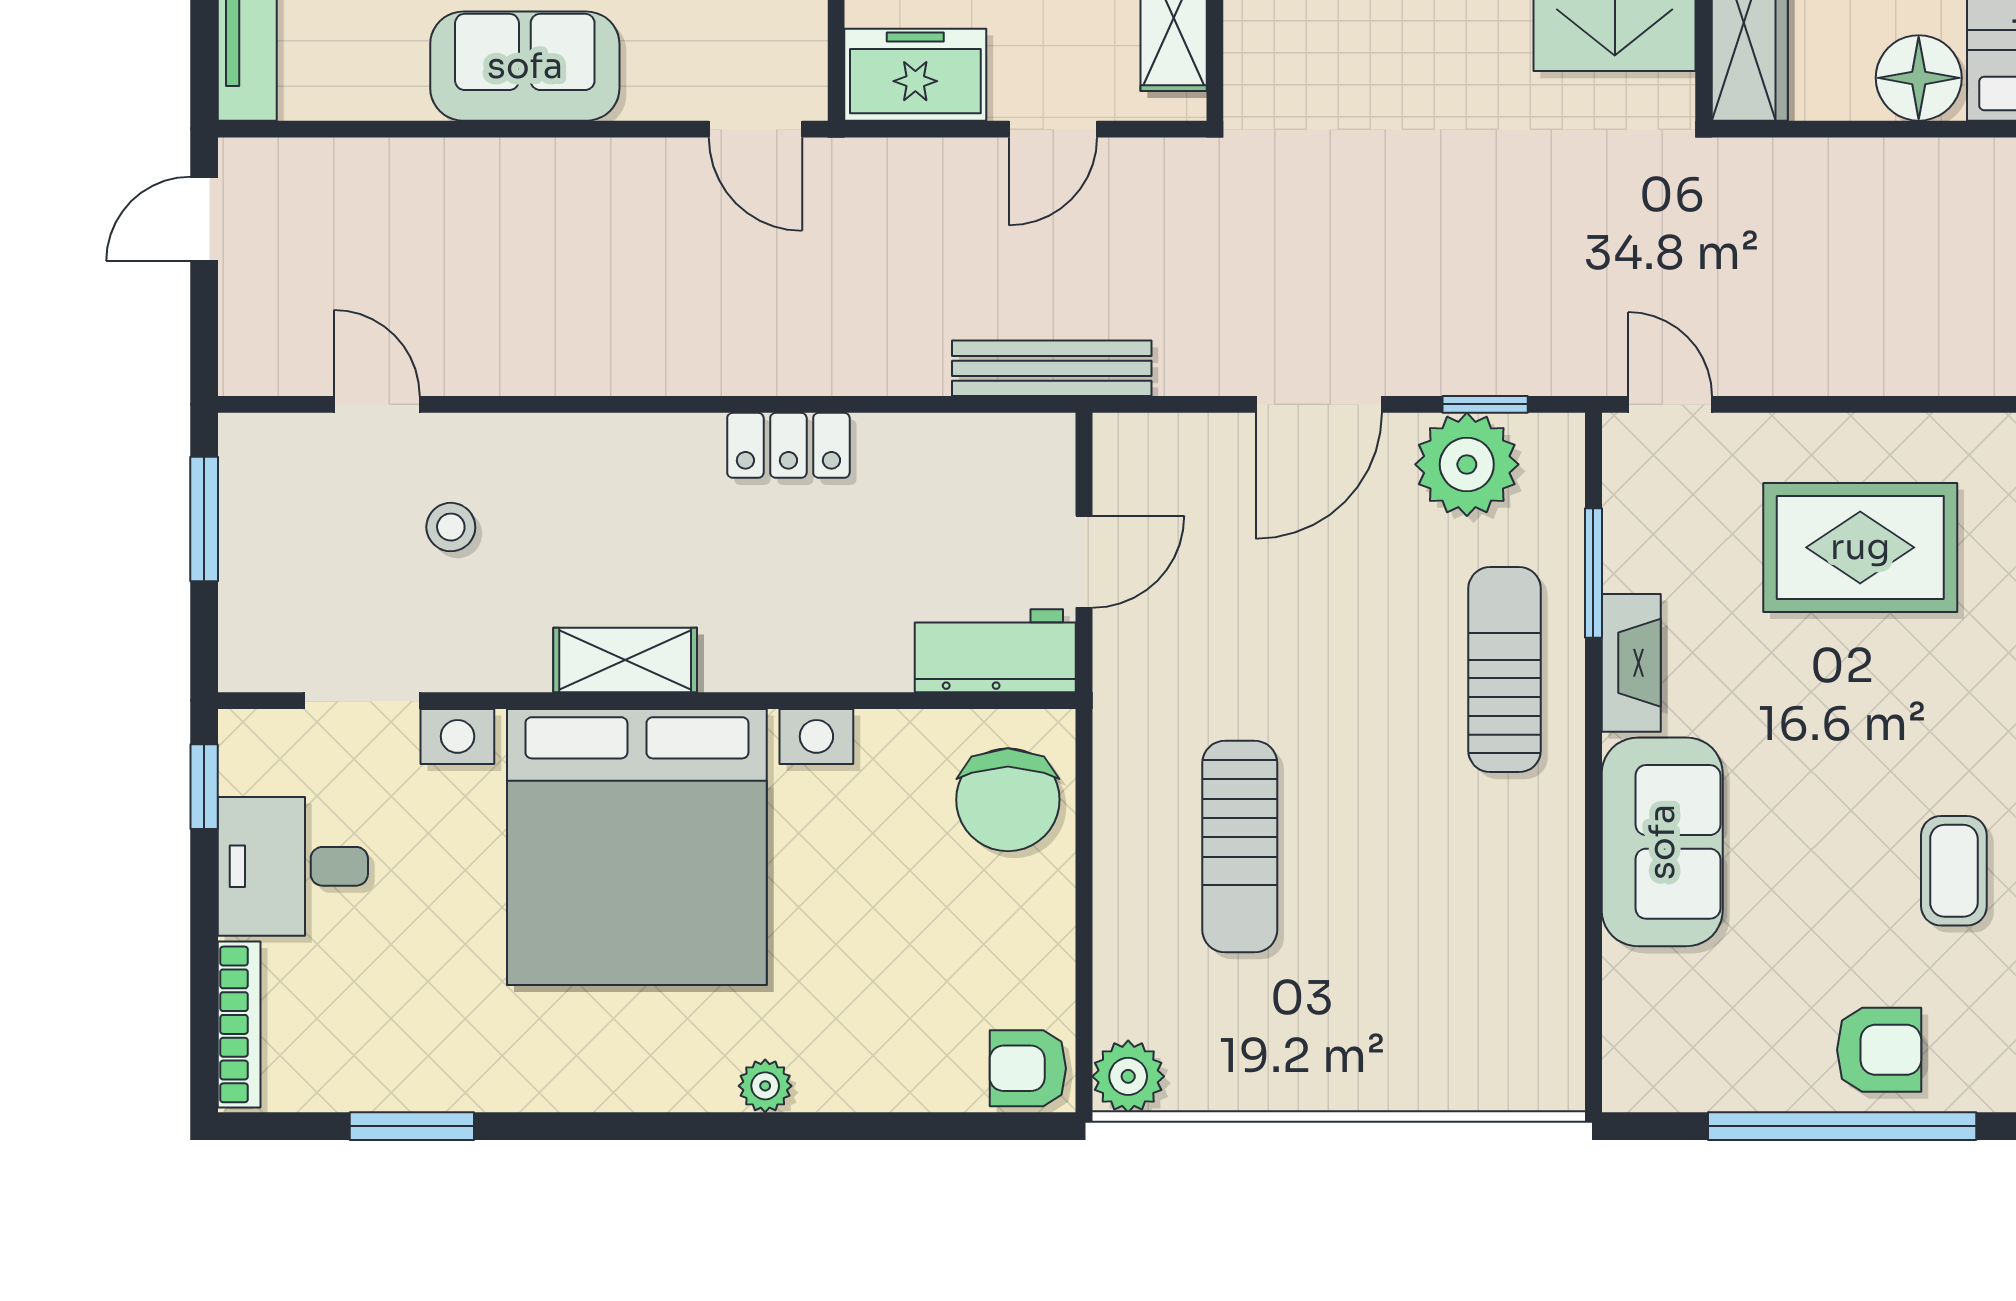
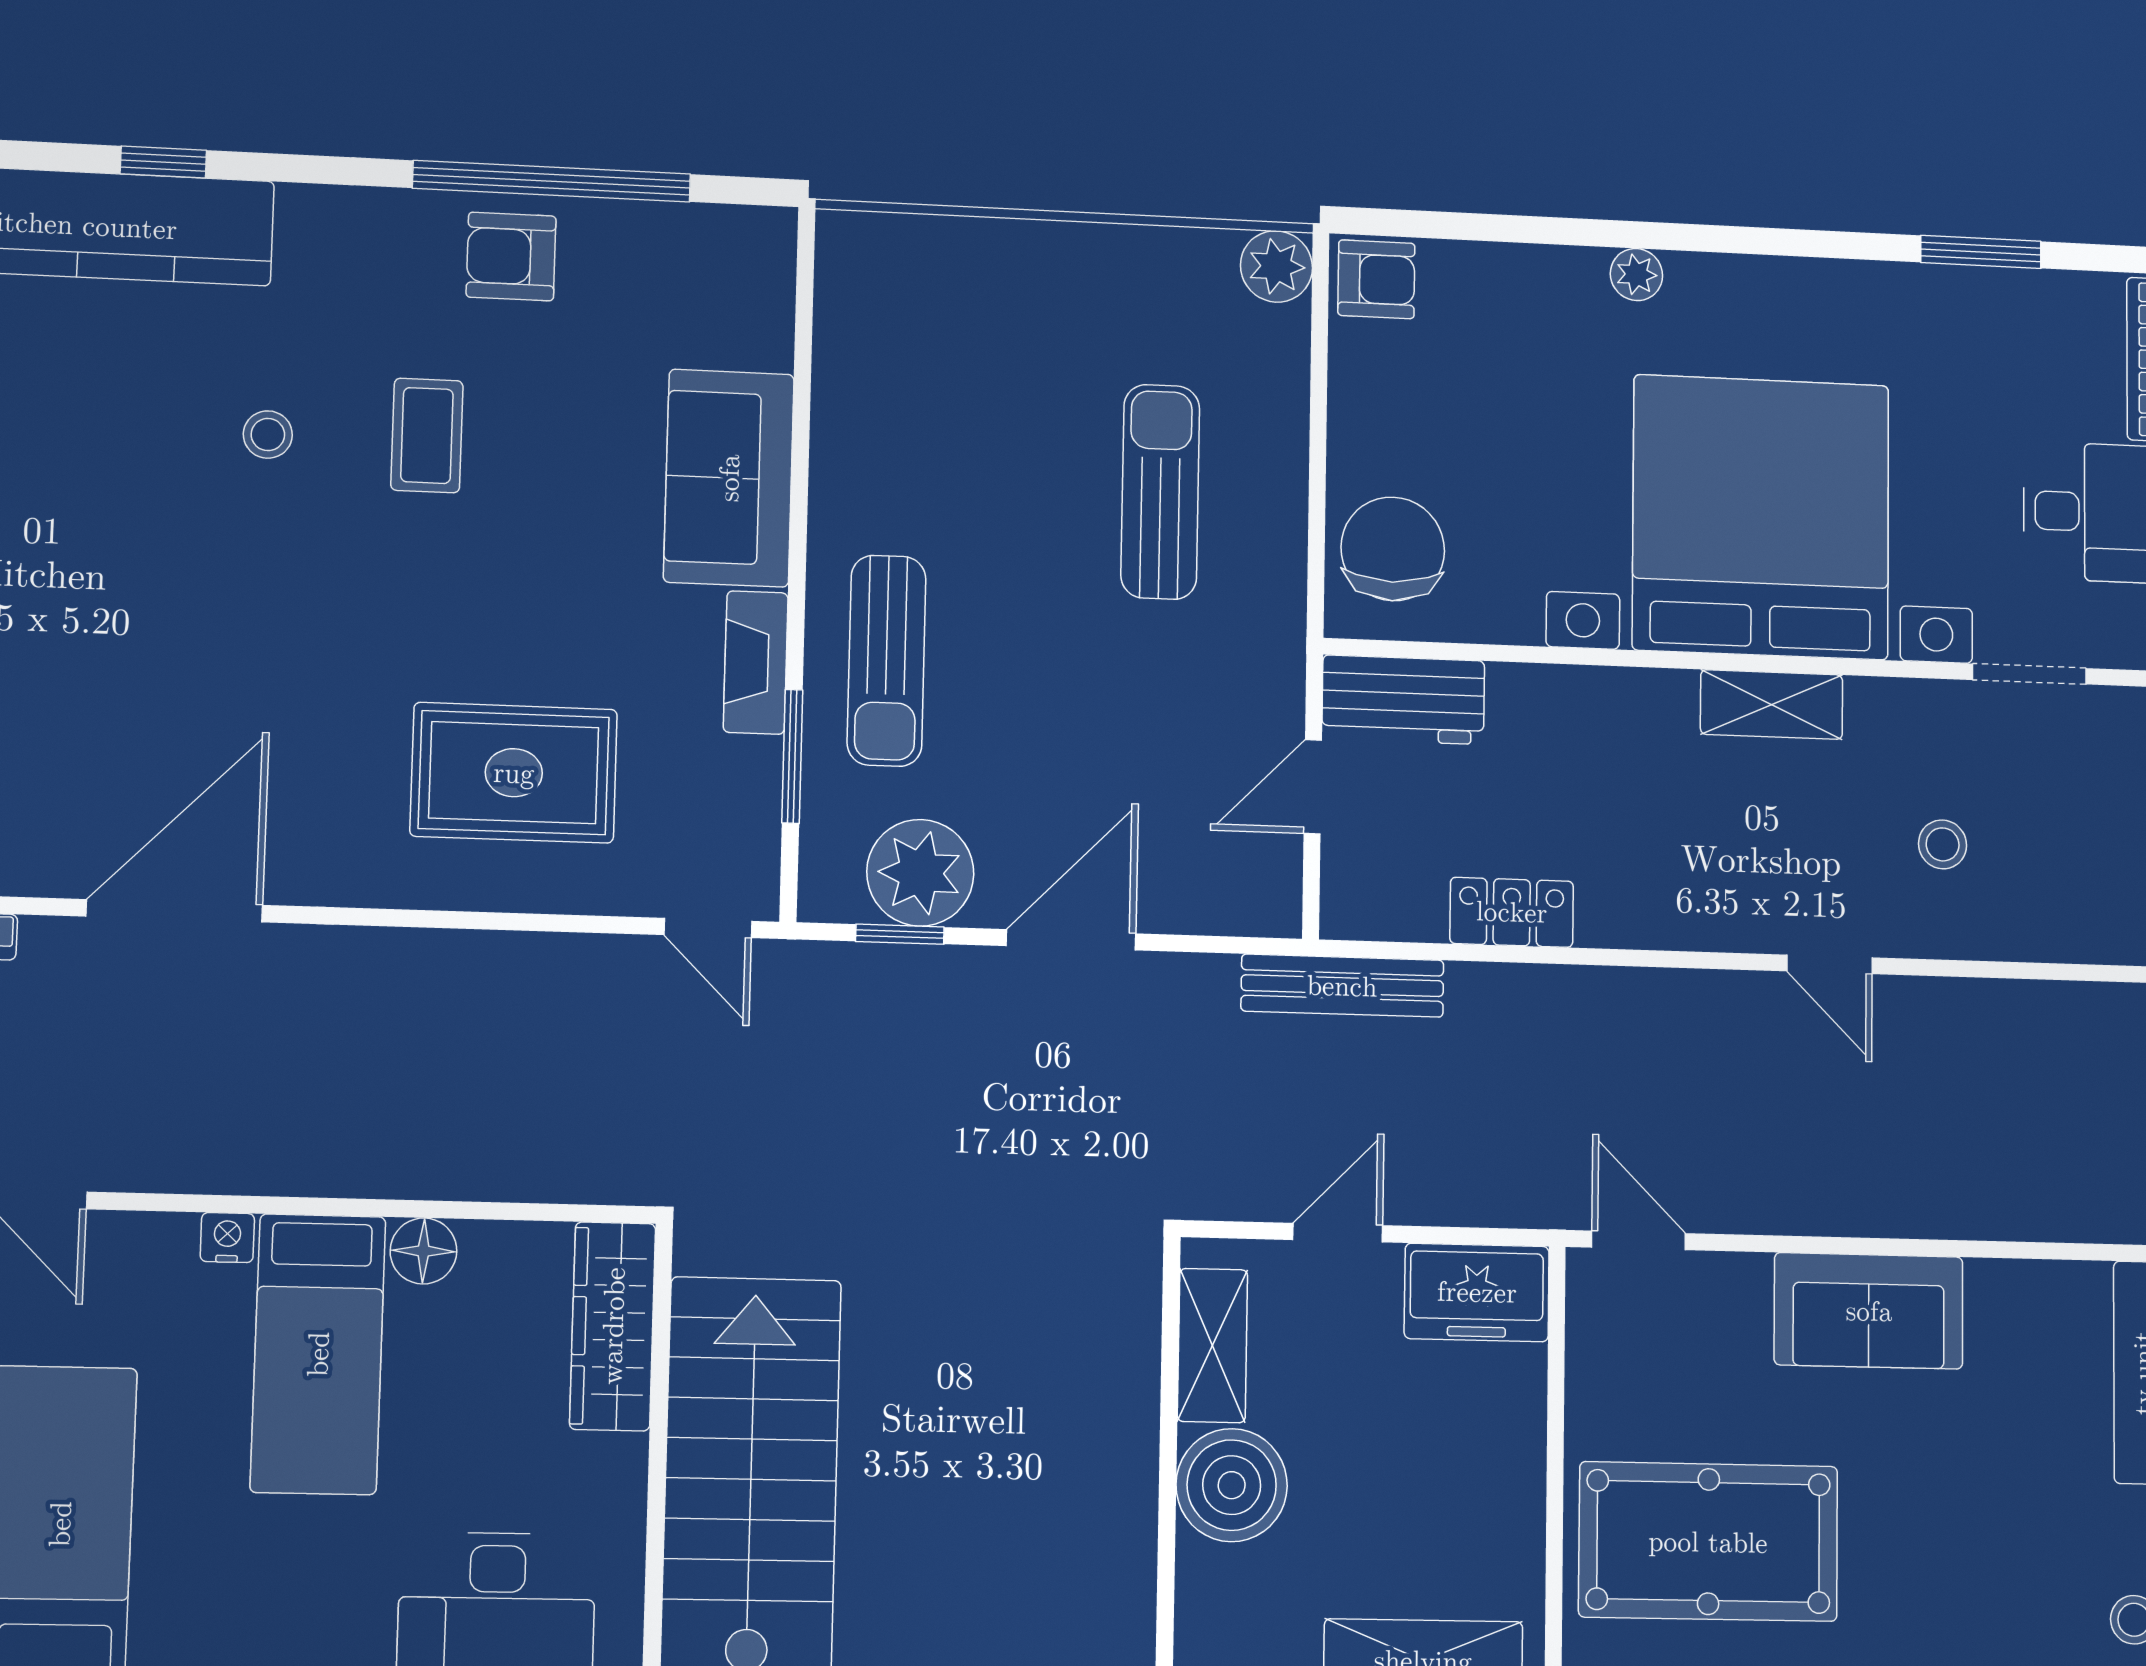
floor lamp: (1919, 78) -> (423, 1251), width x0.73, depth x0.73
door: (377, 404) -> (1830, 964), moved
locker: (788, 445) -> (1512, 912), moved

